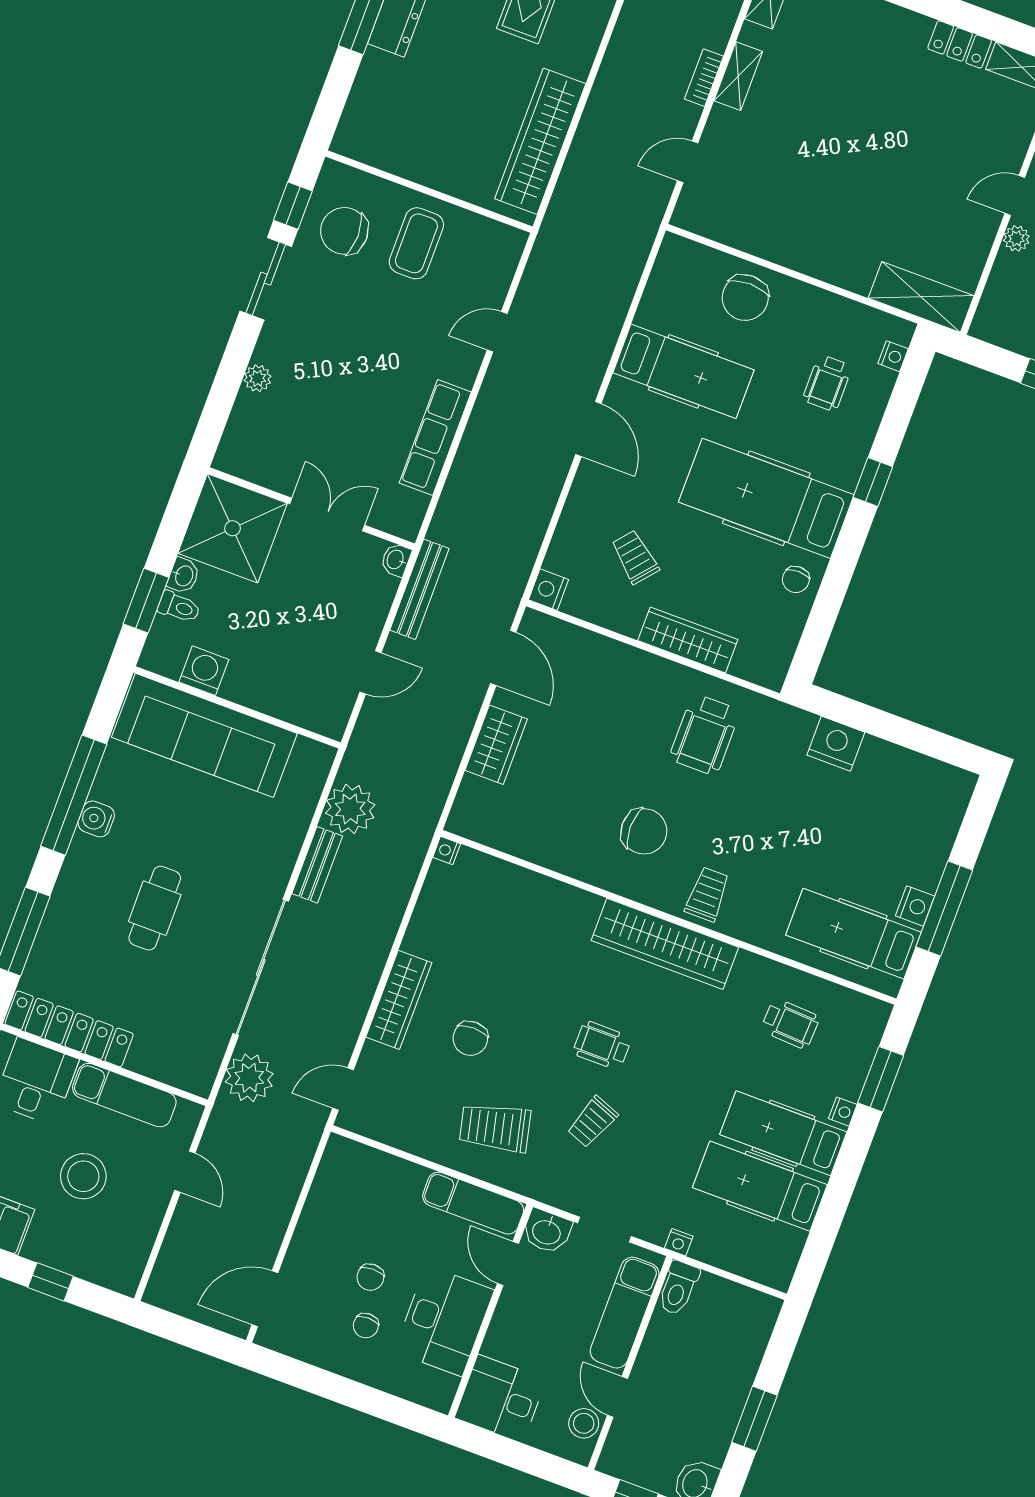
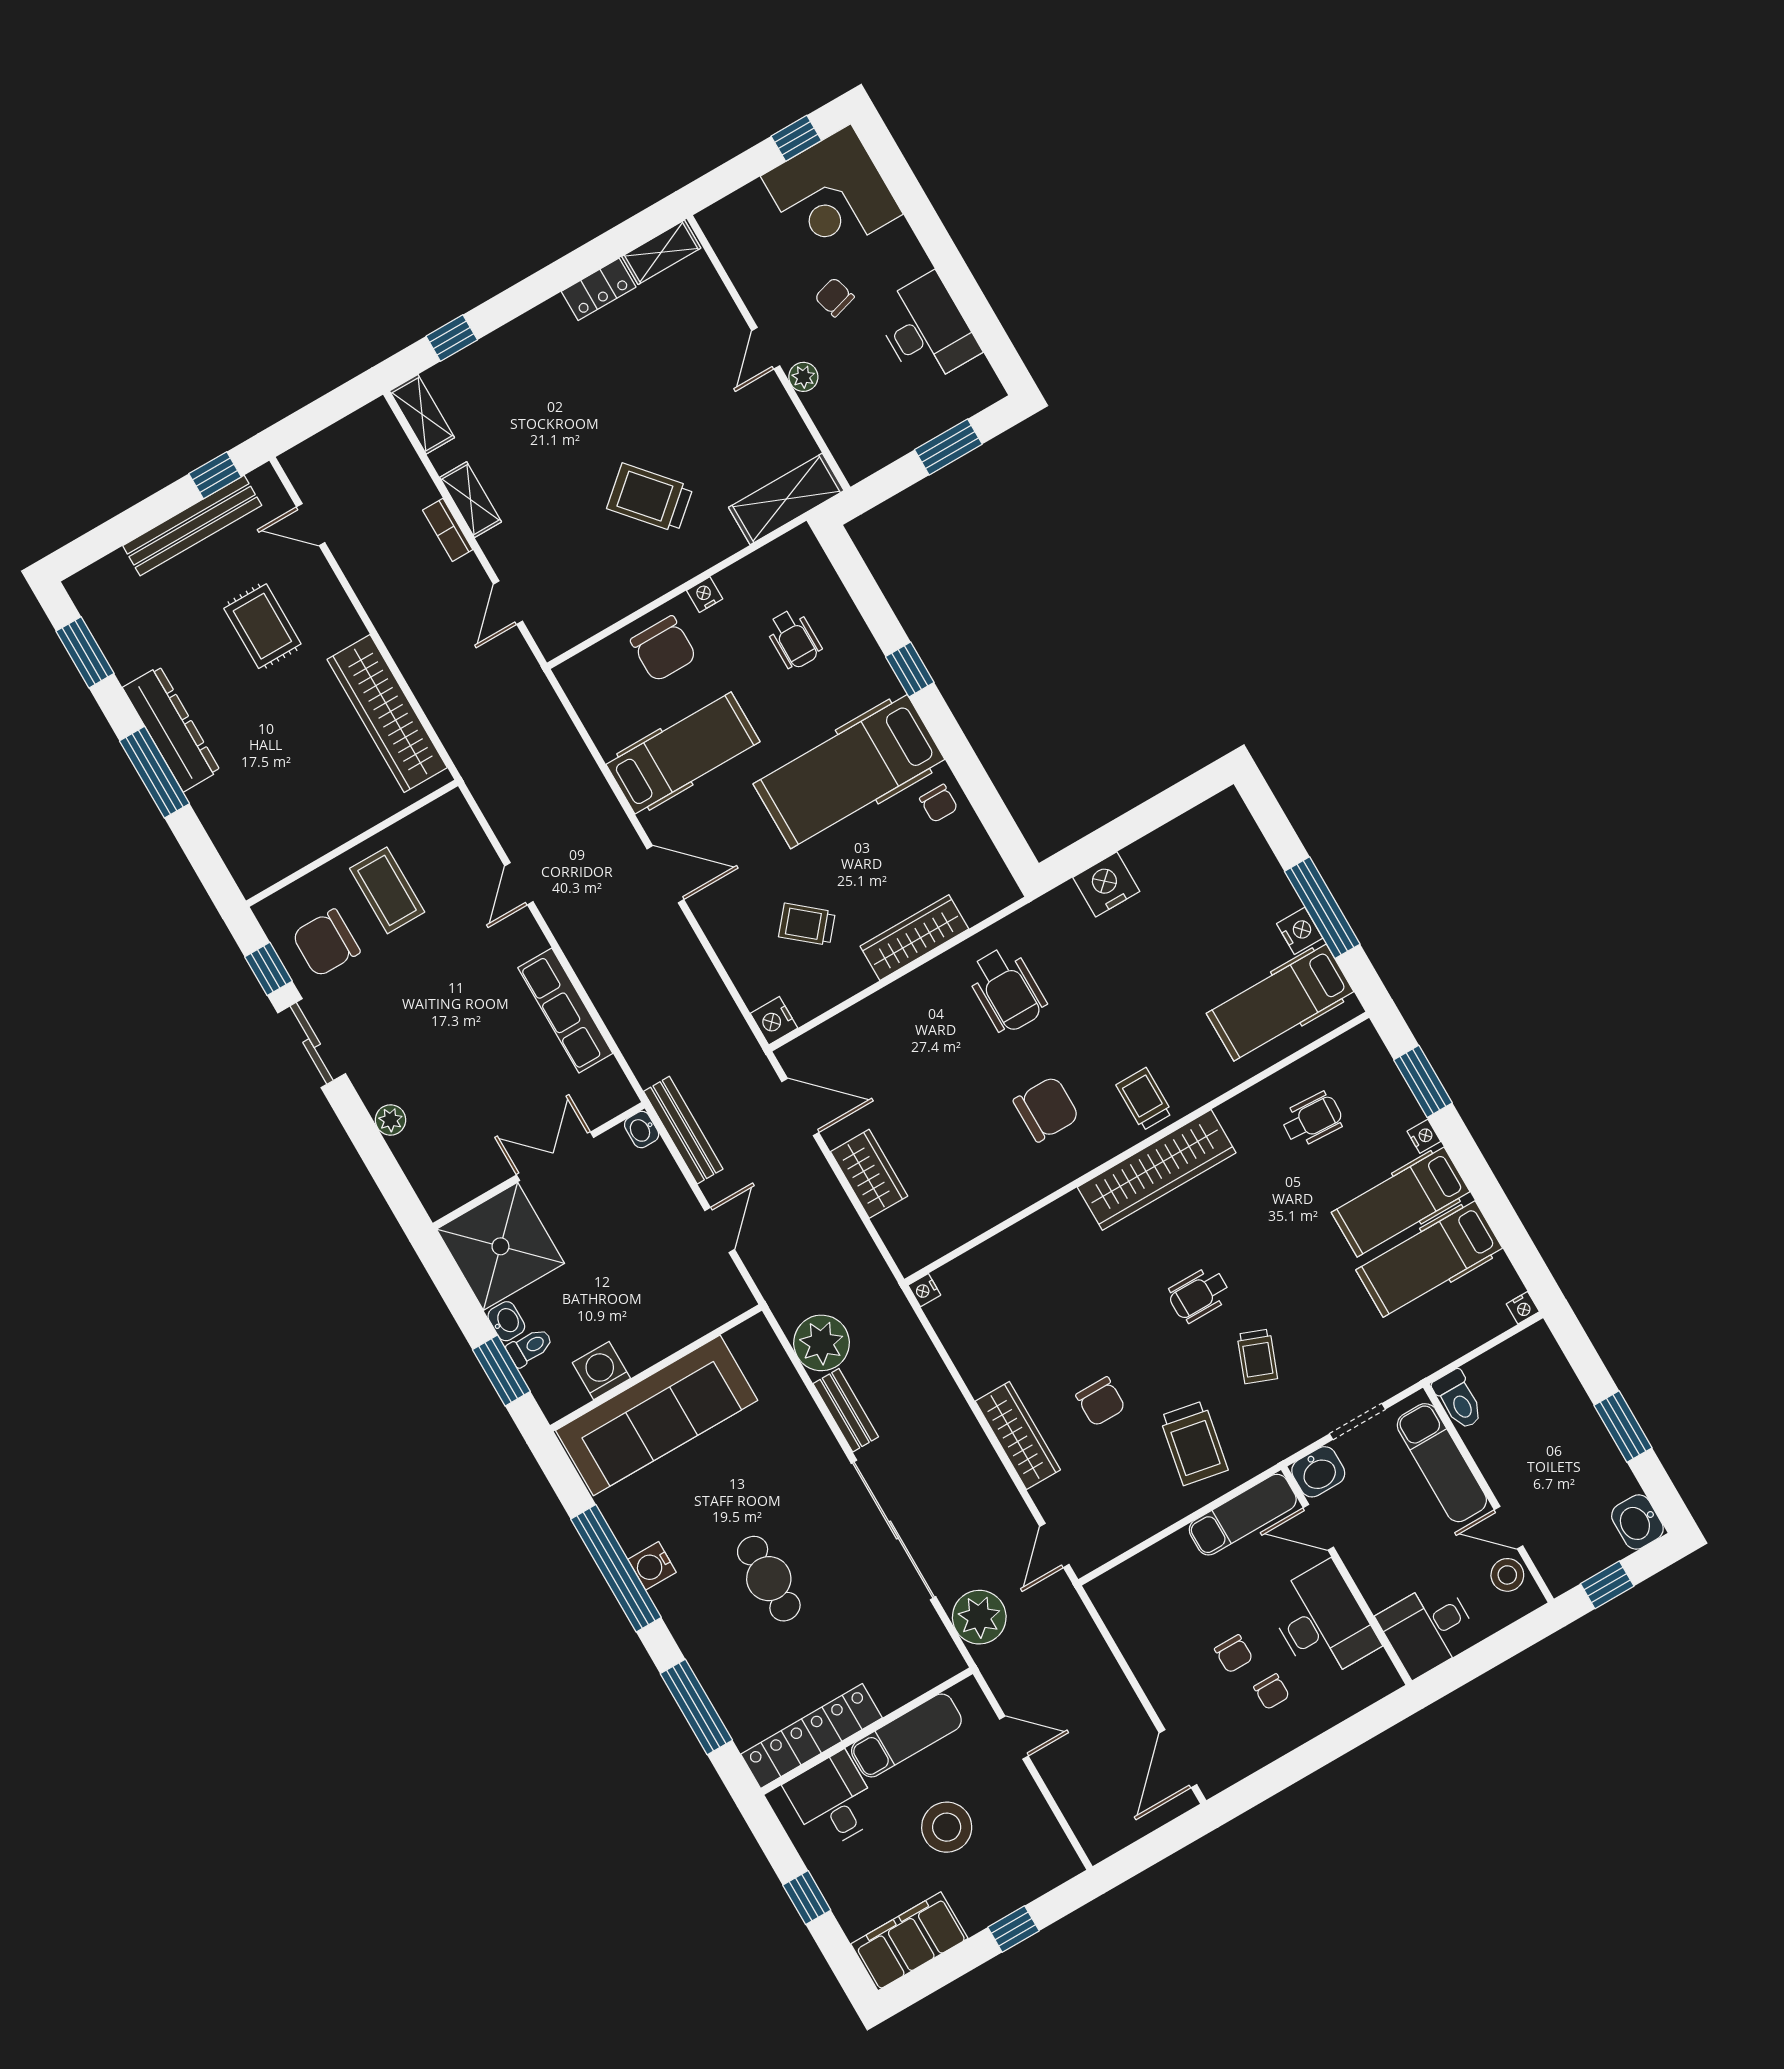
trolley: (843, 201) -> (650, 498), added
nightstand: (893, 356) -> (705, 595), moved, turned -90
trolley: (495, 1128) -> (1194, 1443), turned -66
nightstand: (679, 1242) -> (1523, 1308), moved

